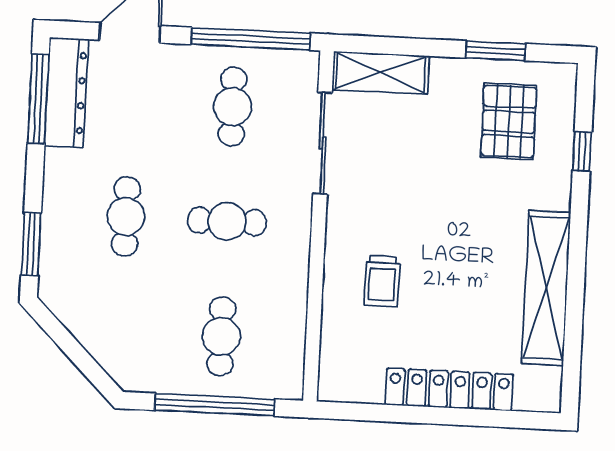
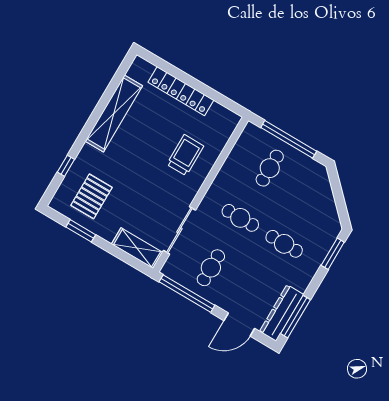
cafe table: (126, 217) -> (284, 244), turned 90
trolley: (382, 281) -> (185, 155), width x1.36, depth x1.39

